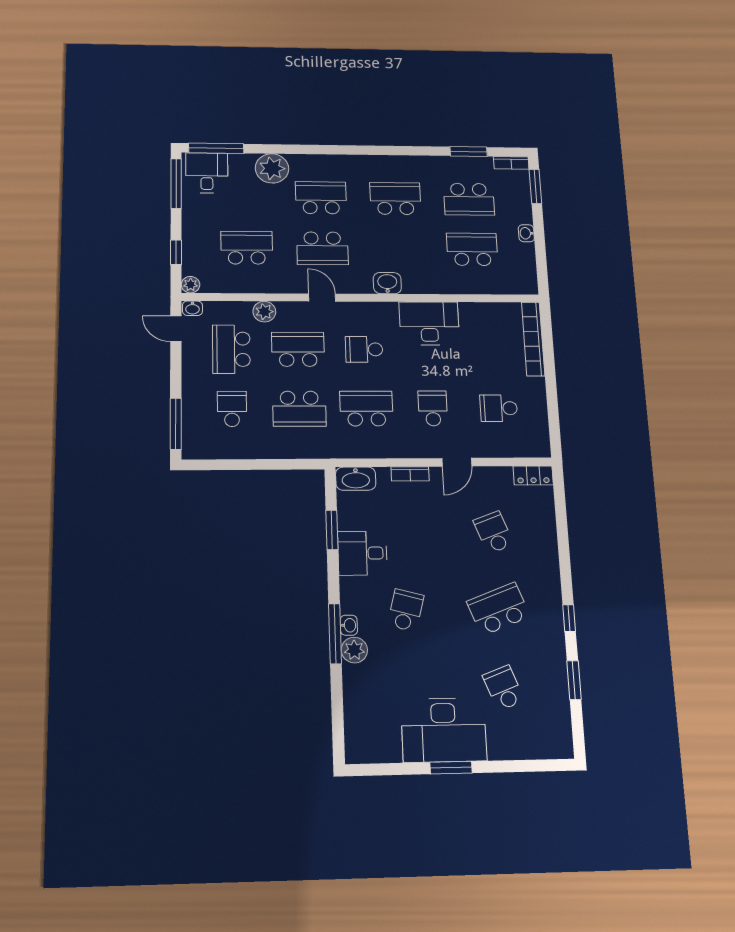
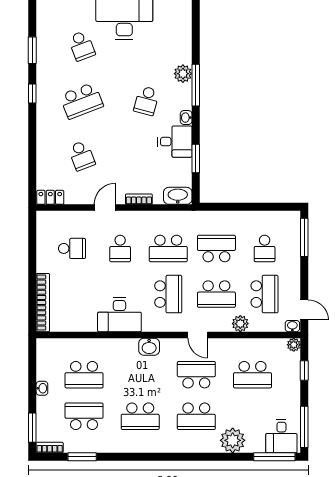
school desk: (364, 349) -> (168, 294), width x1.85
washbasin: (349, 625) -> (186, 118), moved

